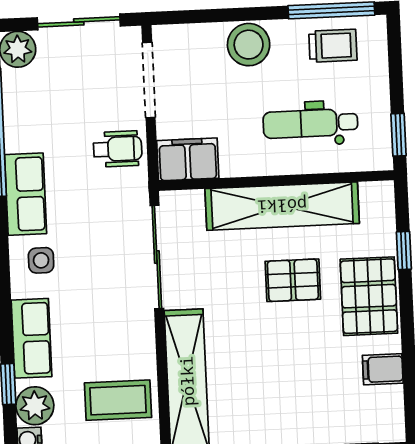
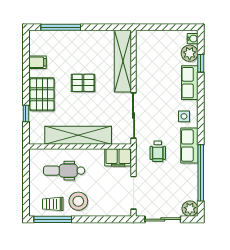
stool: (249, 45) -> (78, 201), moved
dental chair: (310, 123) -> (64, 171), turned 180
window: (399, 135) -> (26, 164), removed
wheelchair: (118, 149) -> (158, 151), moved, turned -90
pallet: (293, 280) -> (83, 83), moved
coffee table: (118, 400) -> (153, 54), removed

